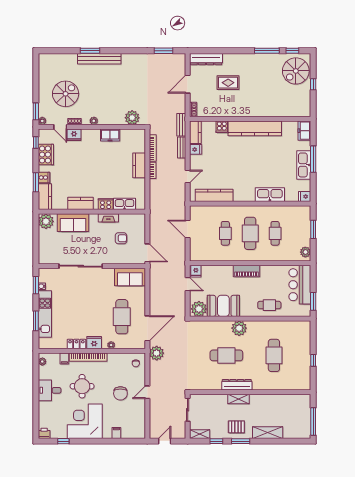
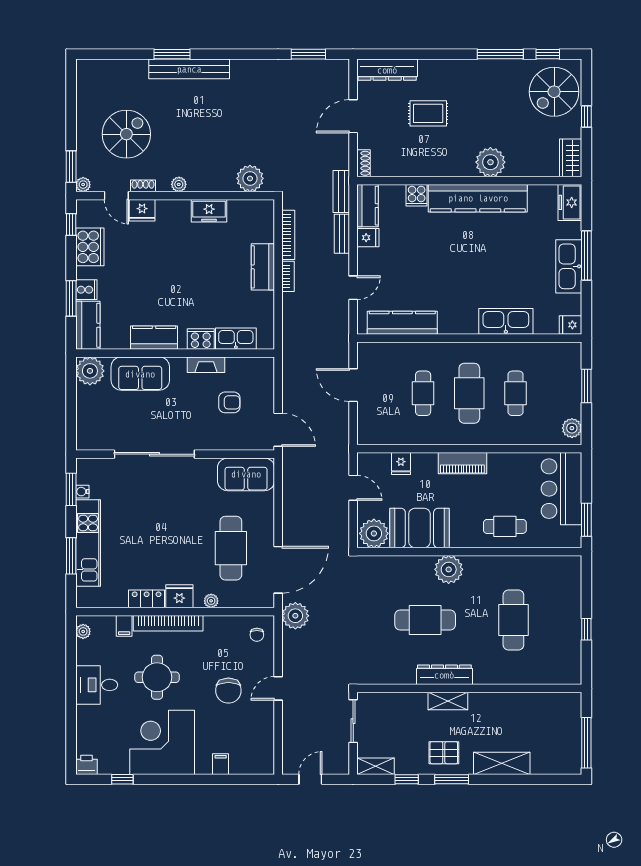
wardrobe: (305, 107) -> (571, 158), added
plant: (262, 109) -> (490, 162), added
fridge: (196, 271) -> (401, 464), moved

